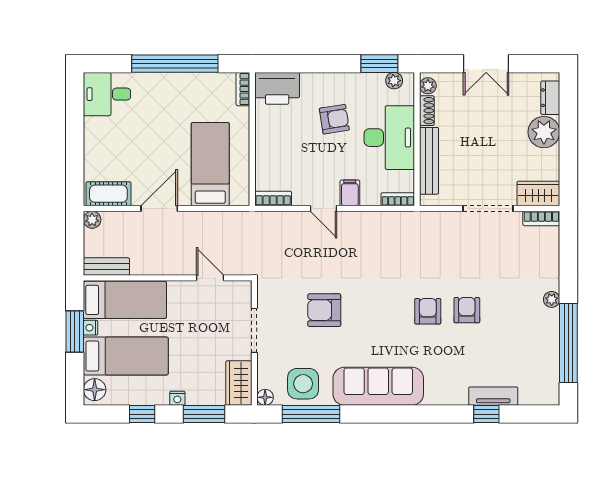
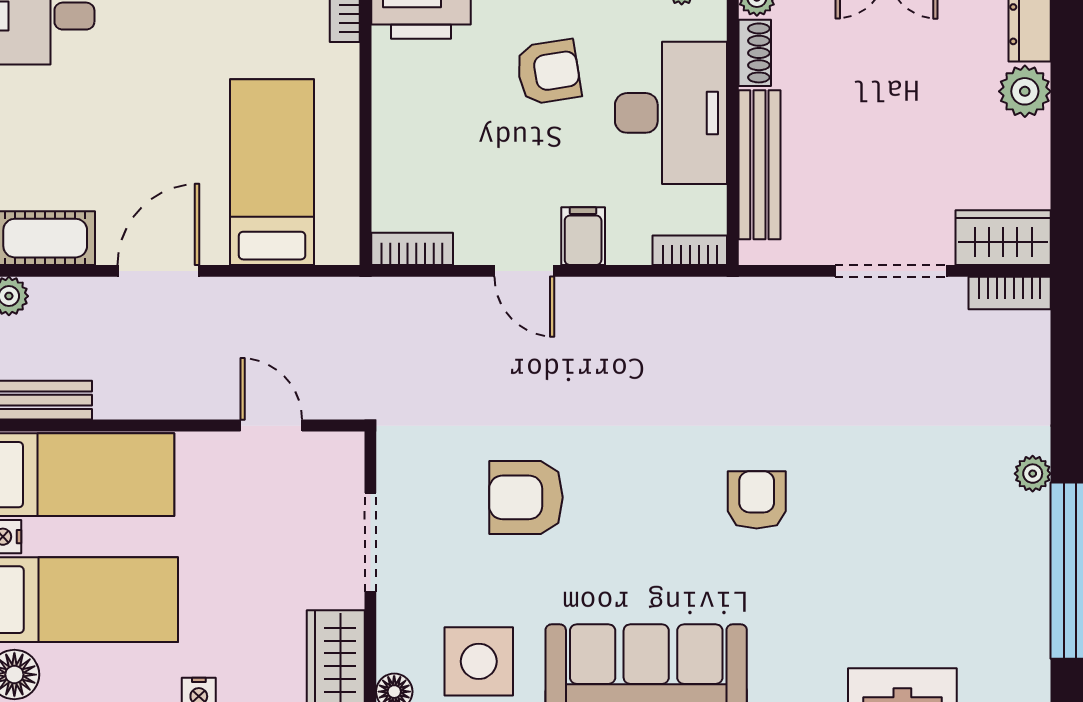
plant: (544, 132) -> (1025, 91), width x0.73, depth x0.73
armchair: (467, 310) -> (844, 498), removed

